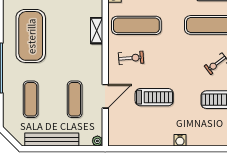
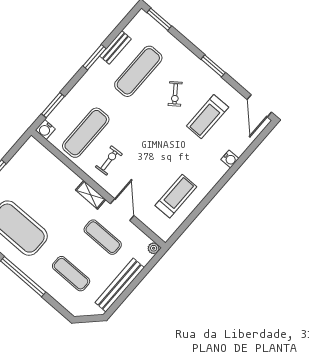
shelving: (97, 31) -> (91, 195), moved
treadmill: (154, 97) -> (176, 196), moved
water cooler: (180, 140) -> (230, 159), moved

